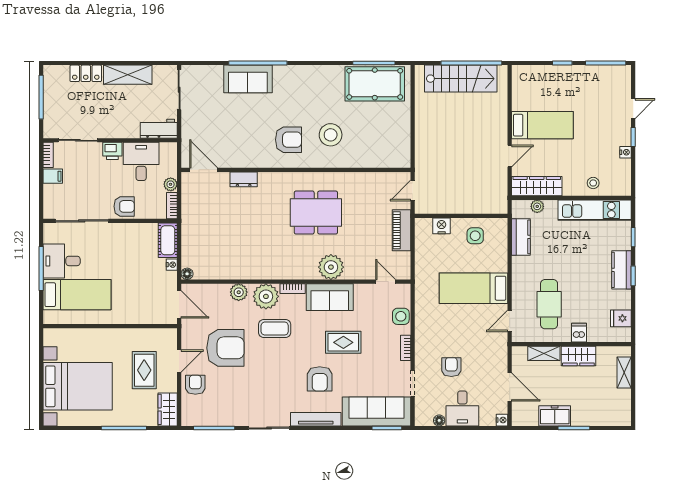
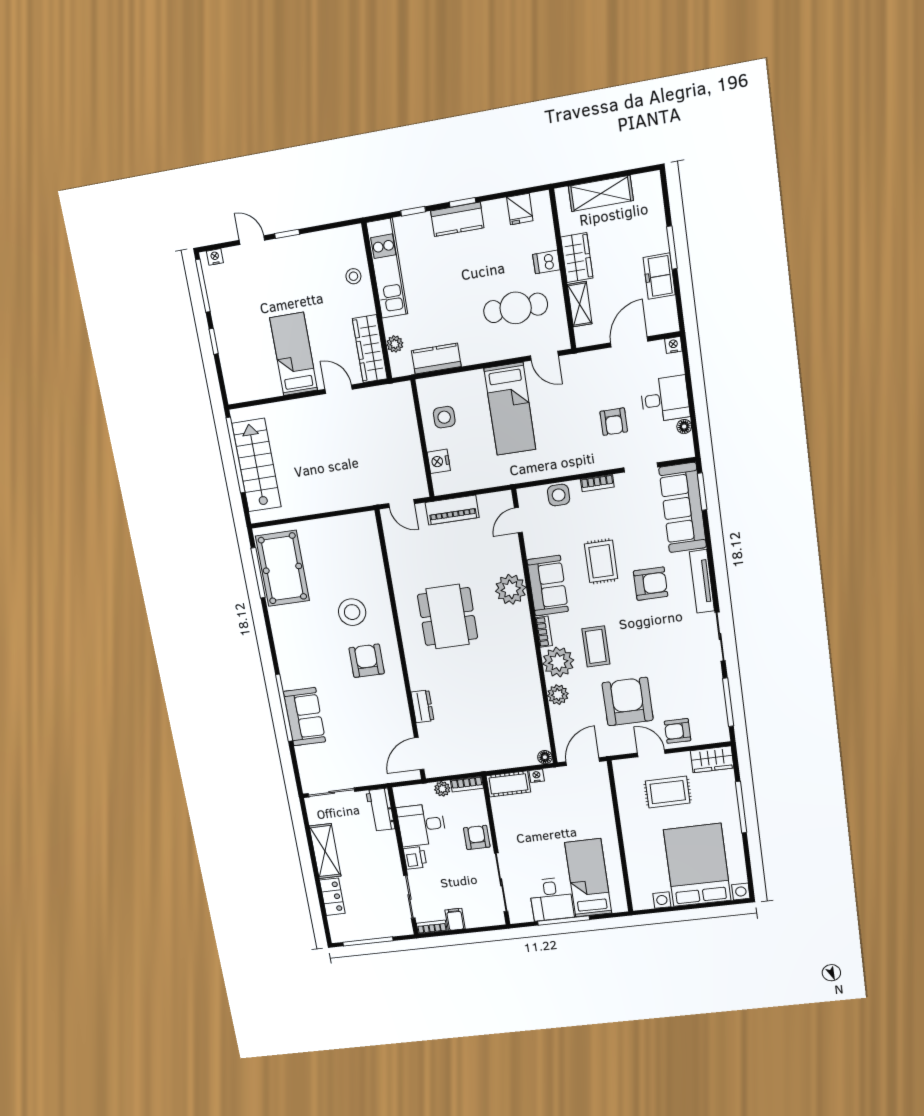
nightstand: (626, 152) -> (215, 257), moved
armchair: (451, 367) -> (614, 422), turned -90
shelving: (624, 373) -> (601, 193), width x1.50, depth x1.33

